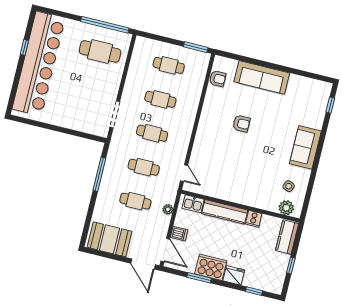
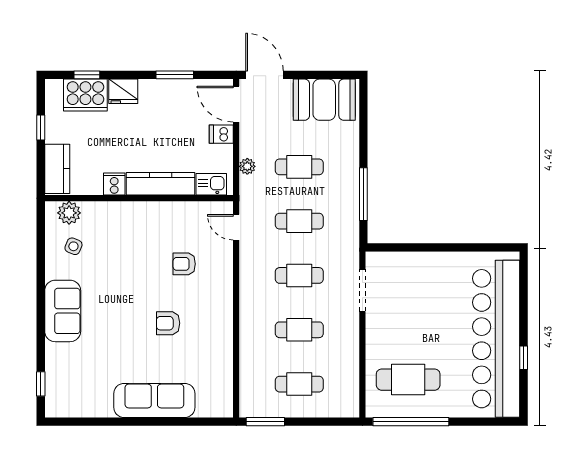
armchair: (218, 79) -> (184, 264), moved
cooker: (211, 267) -> (85, 95), moved

